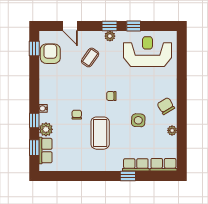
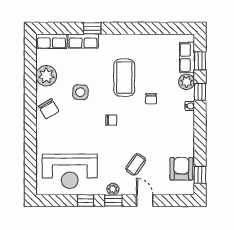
door: (70, 26) -> (145, 201), moved
armchair: (50, 54) -> (181, 169), turned 180
plant: (172, 130) -> (46, 76), width x1.88, depth x1.88

